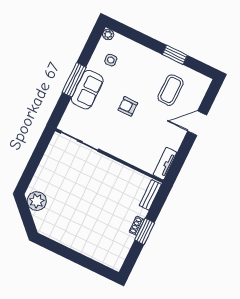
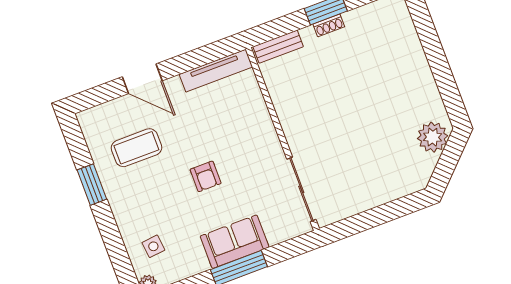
side table: (111, 60) -> (153, 246), moved
tv unit: (165, 164) -> (216, 71), width x1.41
plant: (37, 201) -> (433, 137), moved

